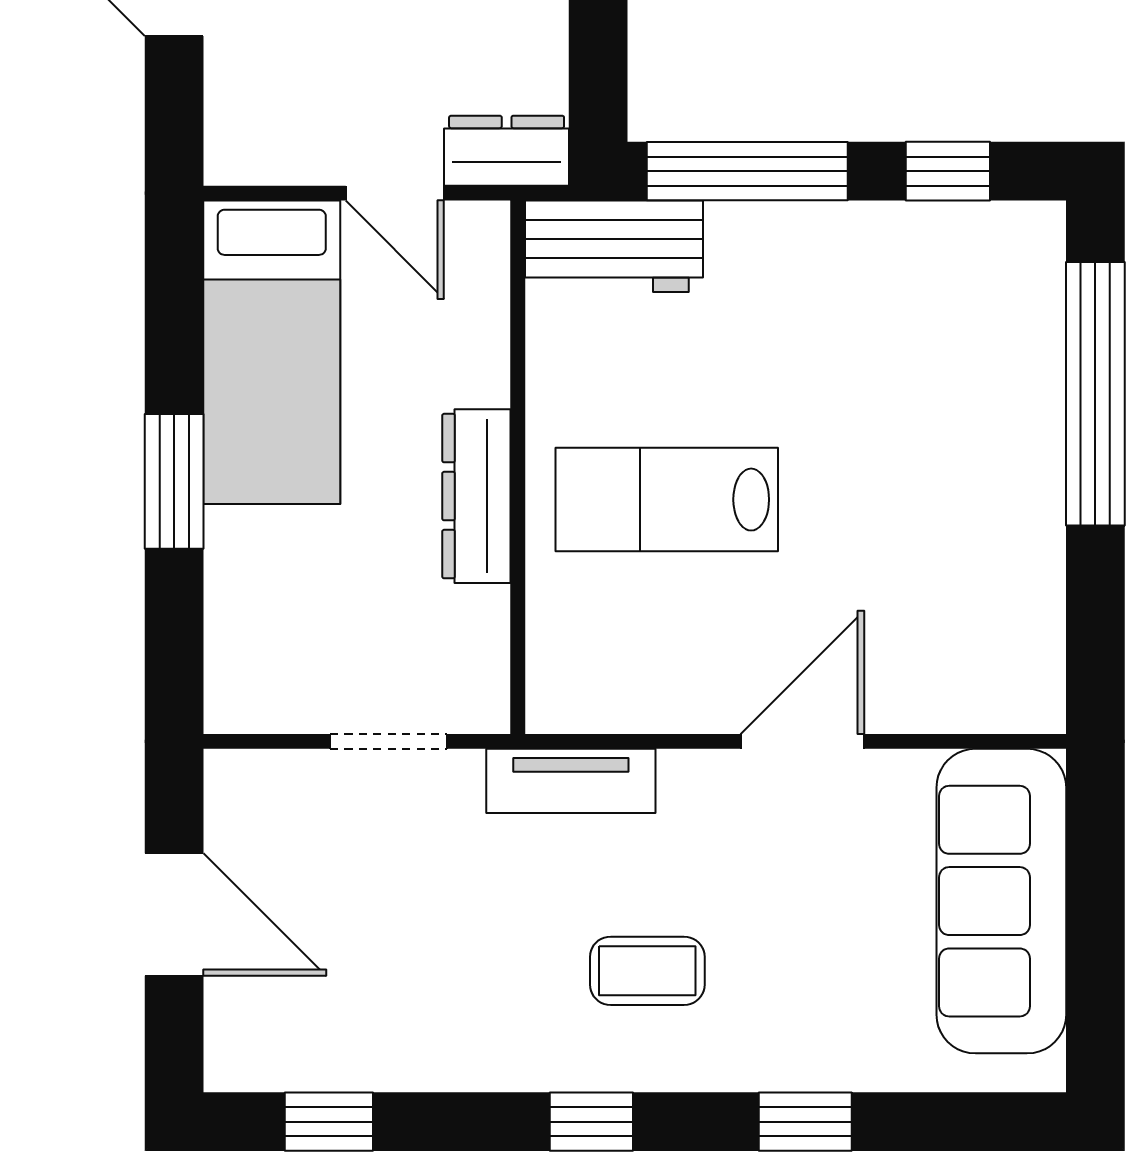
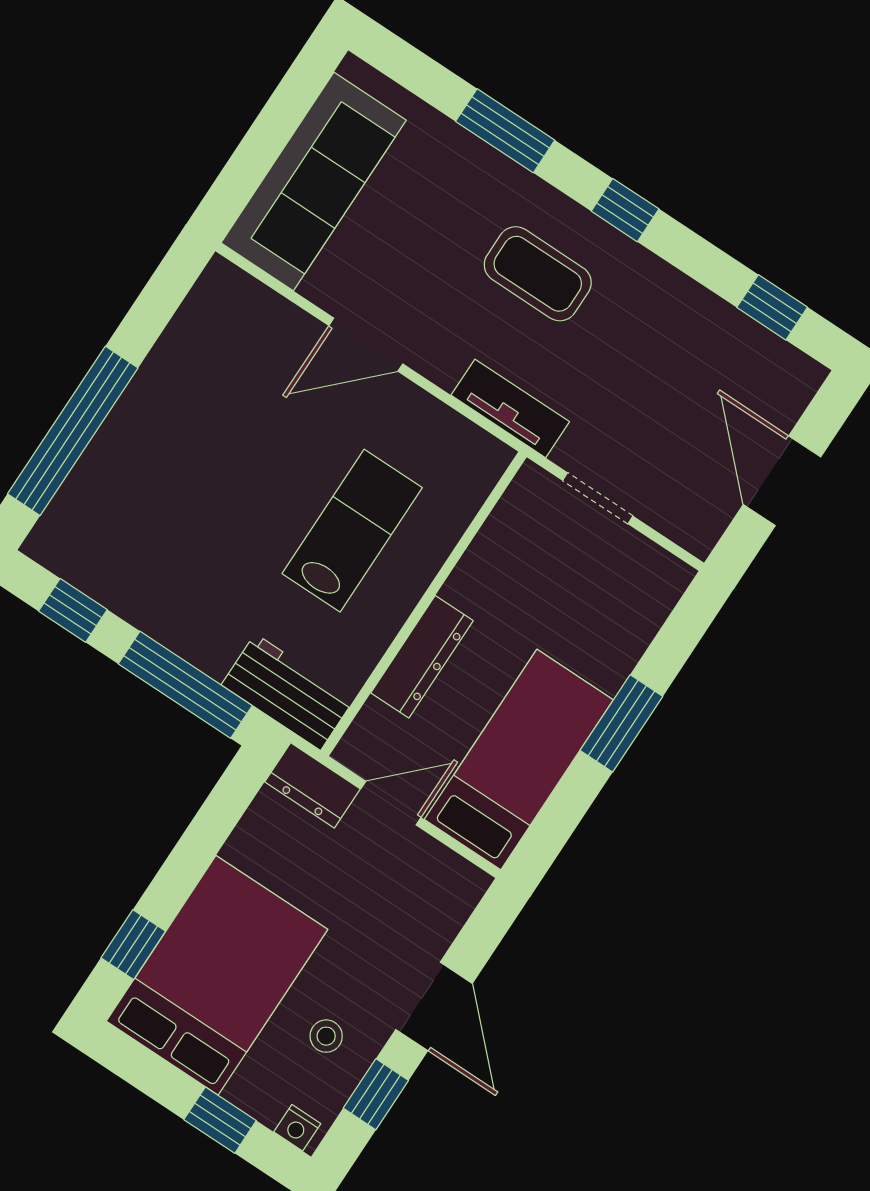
door: (395, 193) -> (391, 803), hinge flipped
dresser: (476, 496) -> (422, 657), moved
lab bench: (667, 500) -> (352, 531), turned -90
coffee table: (647, 971) -> (538, 274), width x1.36, depth x1.30
window: (805, 1122) -> (505, 131), width x1.50

